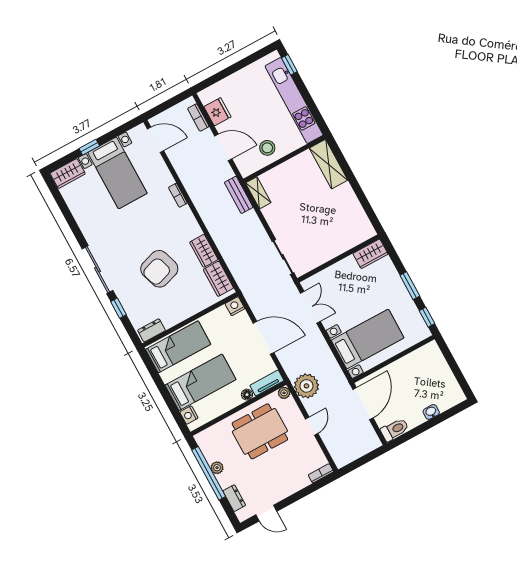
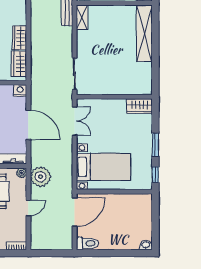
shelving: (329, 164) -> (144, 33), width x1.47
washbasin: (431, 412) -> (146, 245), moved

